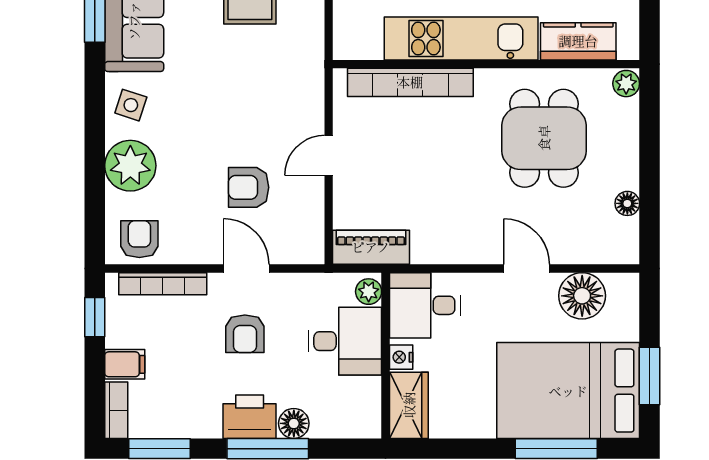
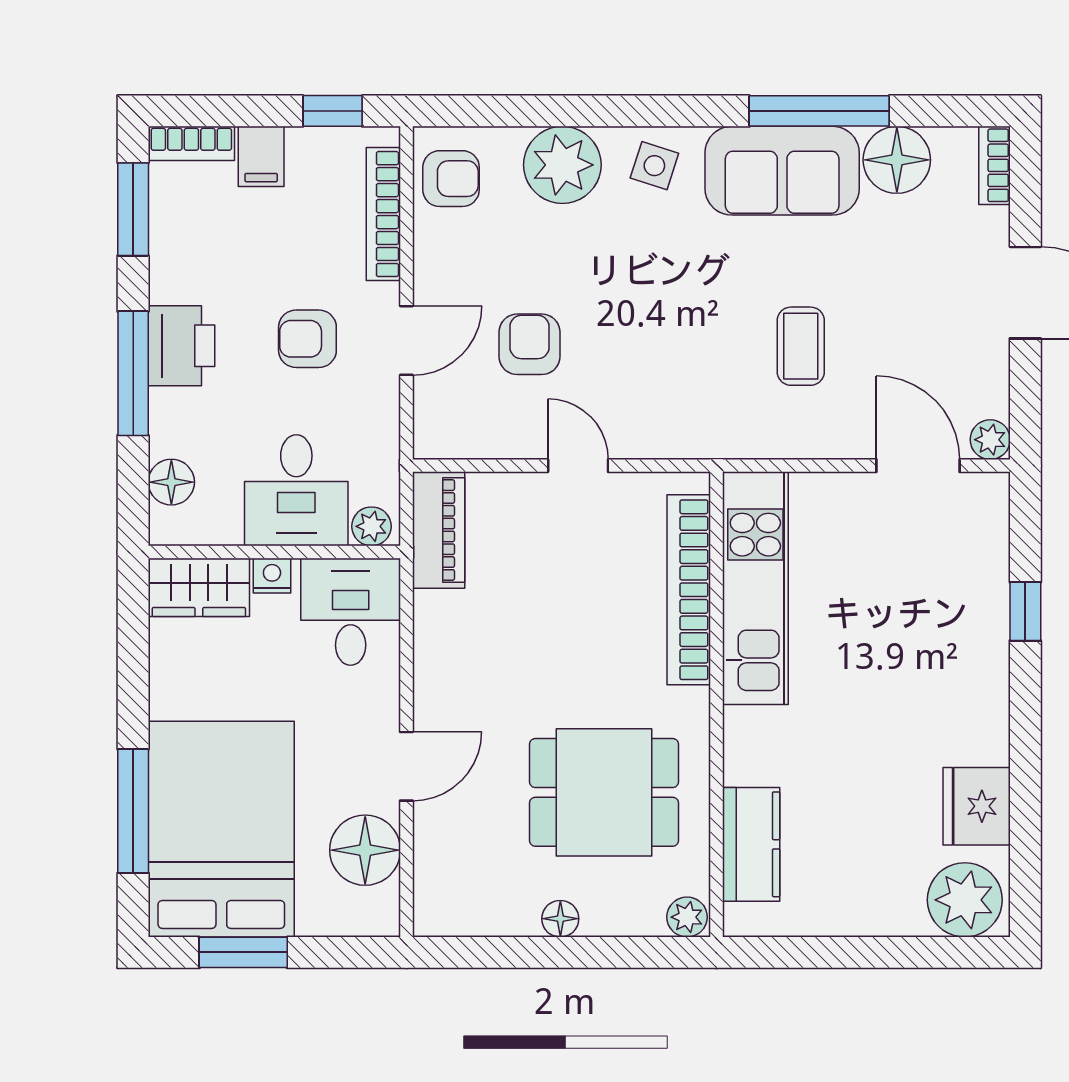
kitchen unit: (461, 39) -> (755, 588), moved
floor lamp: (627, 203) -> (560, 919), moved
floor lamp: (294, 423) -> (171, 482), moved

